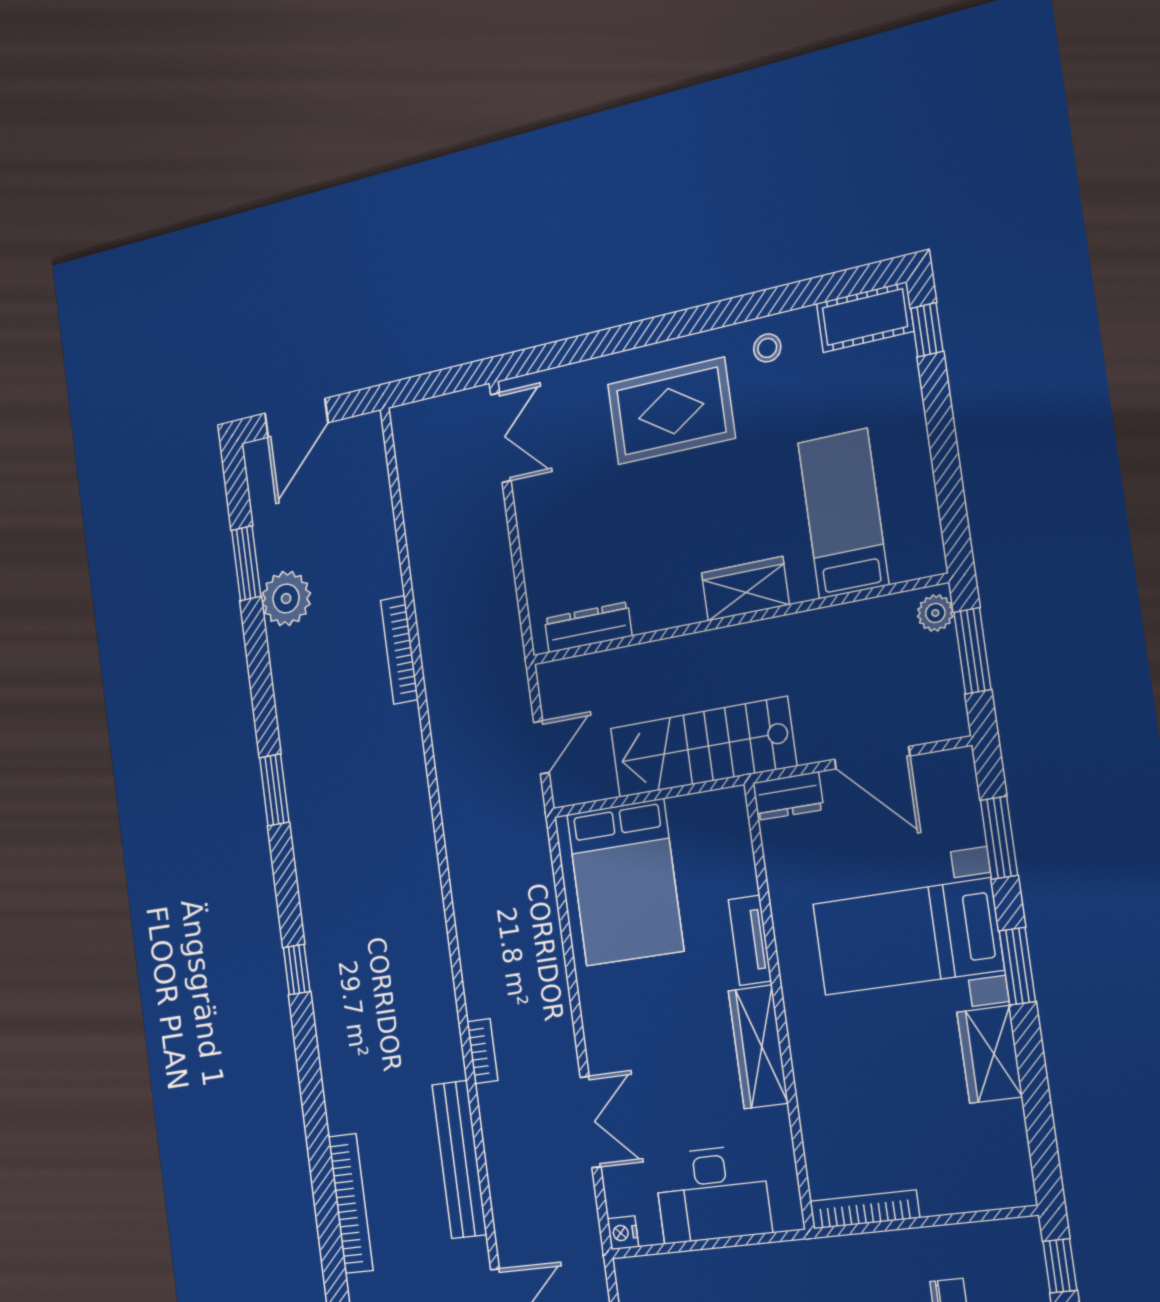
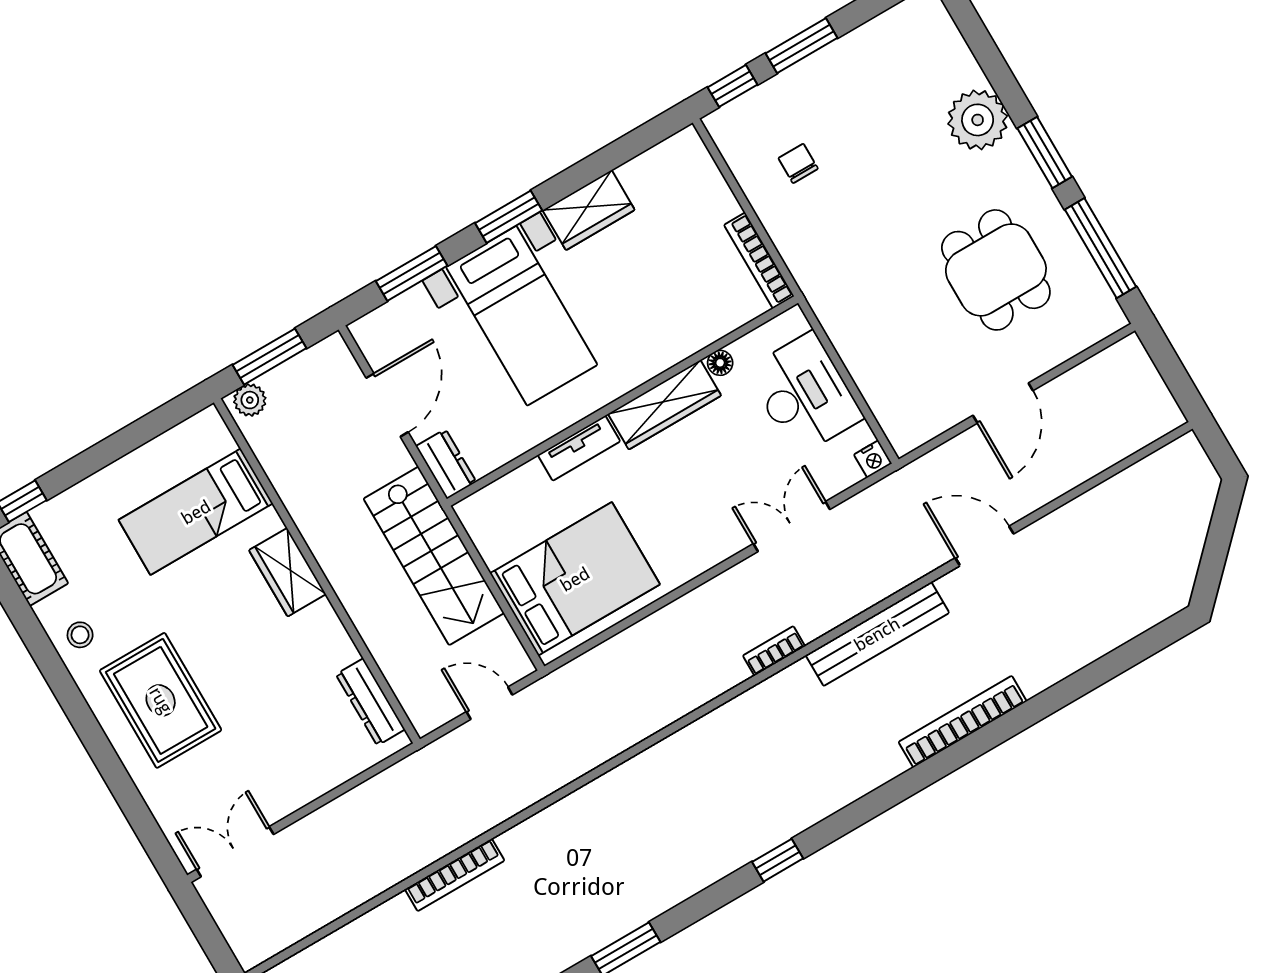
floor lamp: (777, 1122) -> (720, 363), added

